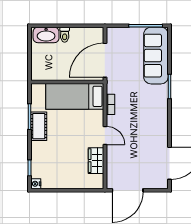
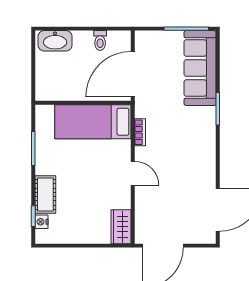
toilet: (65, 35) -> (100, 40), moved
cot: (39, 126) -> (45, 195), moved
wardrobe: (96, 161) -> (121, 227), moved
nightstand: (36, 184) -> (42, 222), moved

